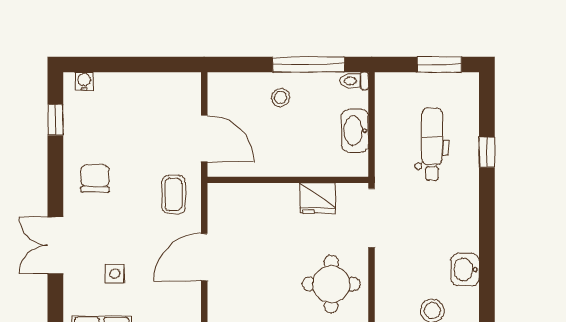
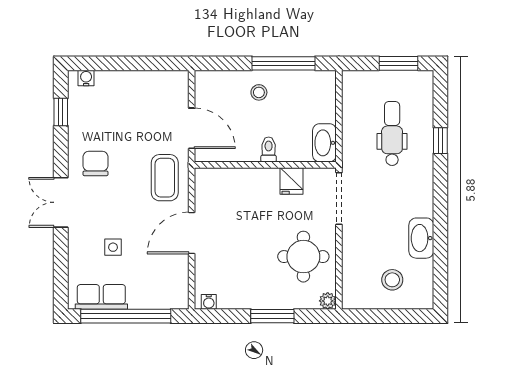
toilet: (354, 81) -> (269, 150), moved, turned 90
washbasin: (355, 131) -> (324, 143), moved
coffee table: (174, 194) -> (165, 178), width x1.36, depth x1.30
fridge: (318, 198) -> (292, 181), width x0.72
double door: (55, 245) -> (61, 202), moved
washbasin: (465, 269) -> (421, 238), width x1.38

